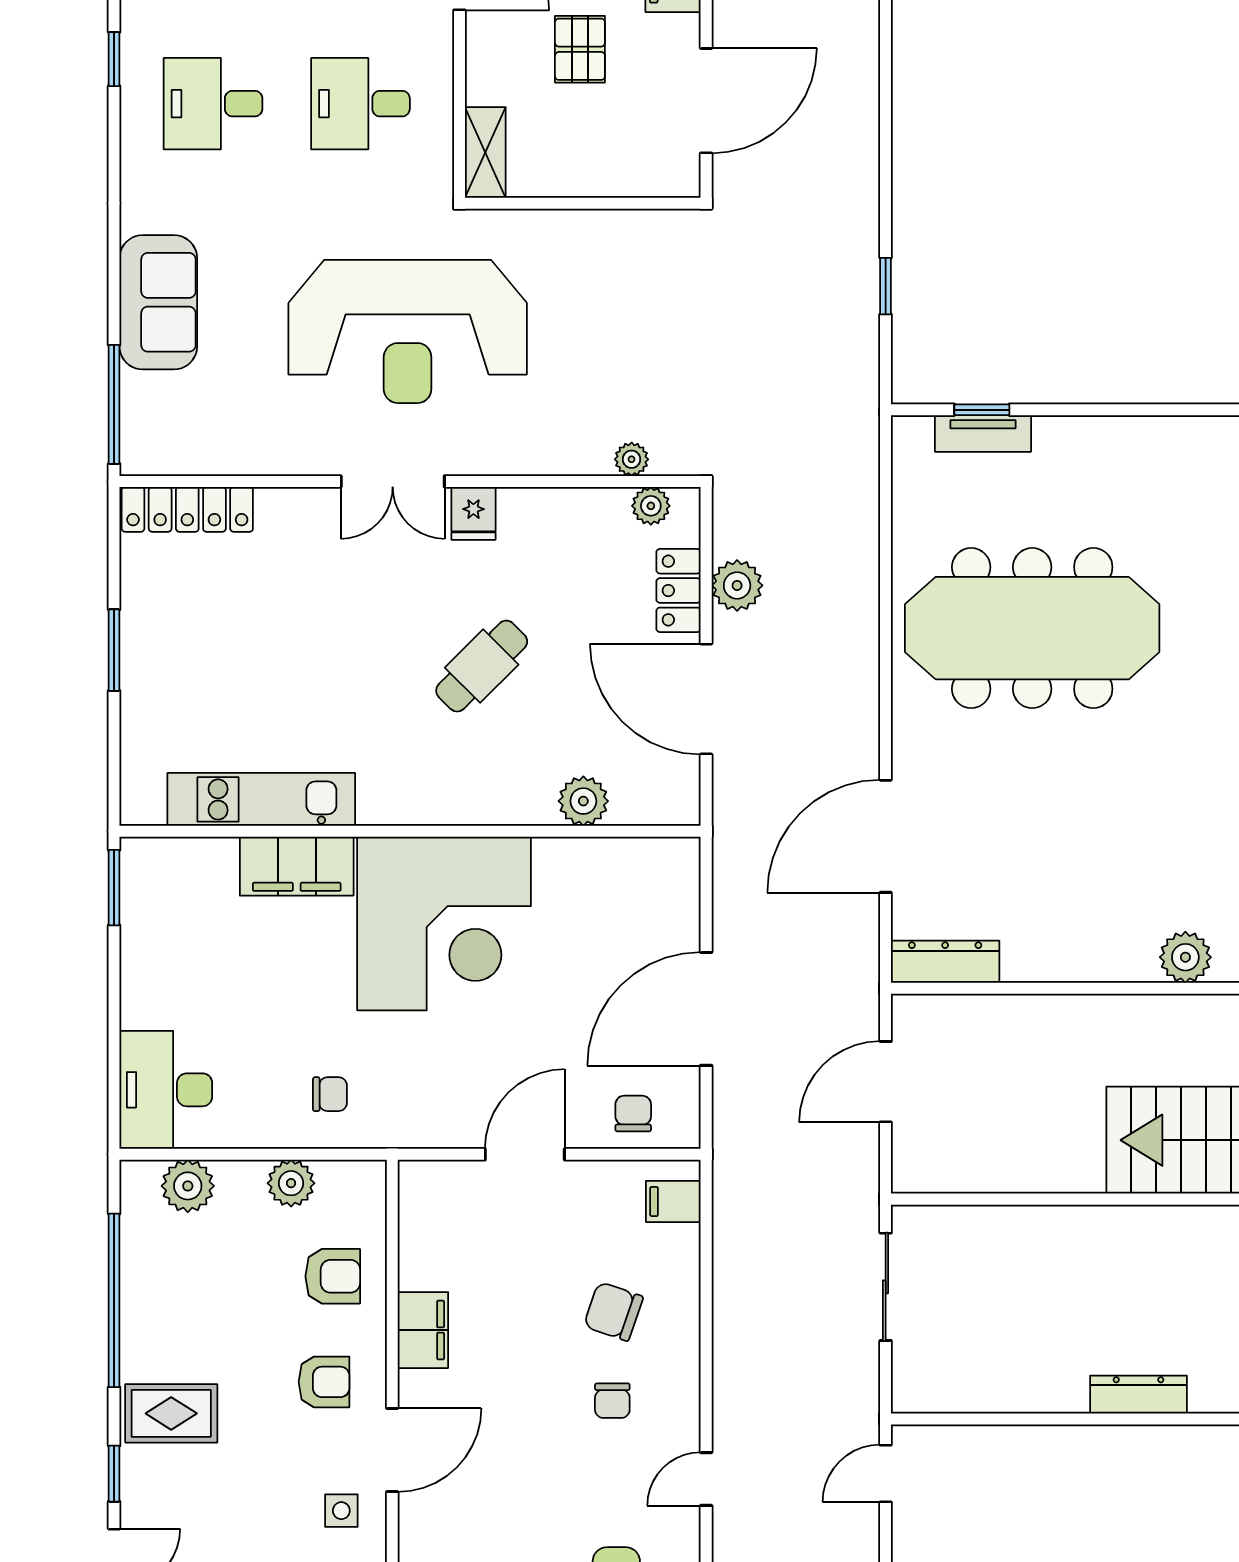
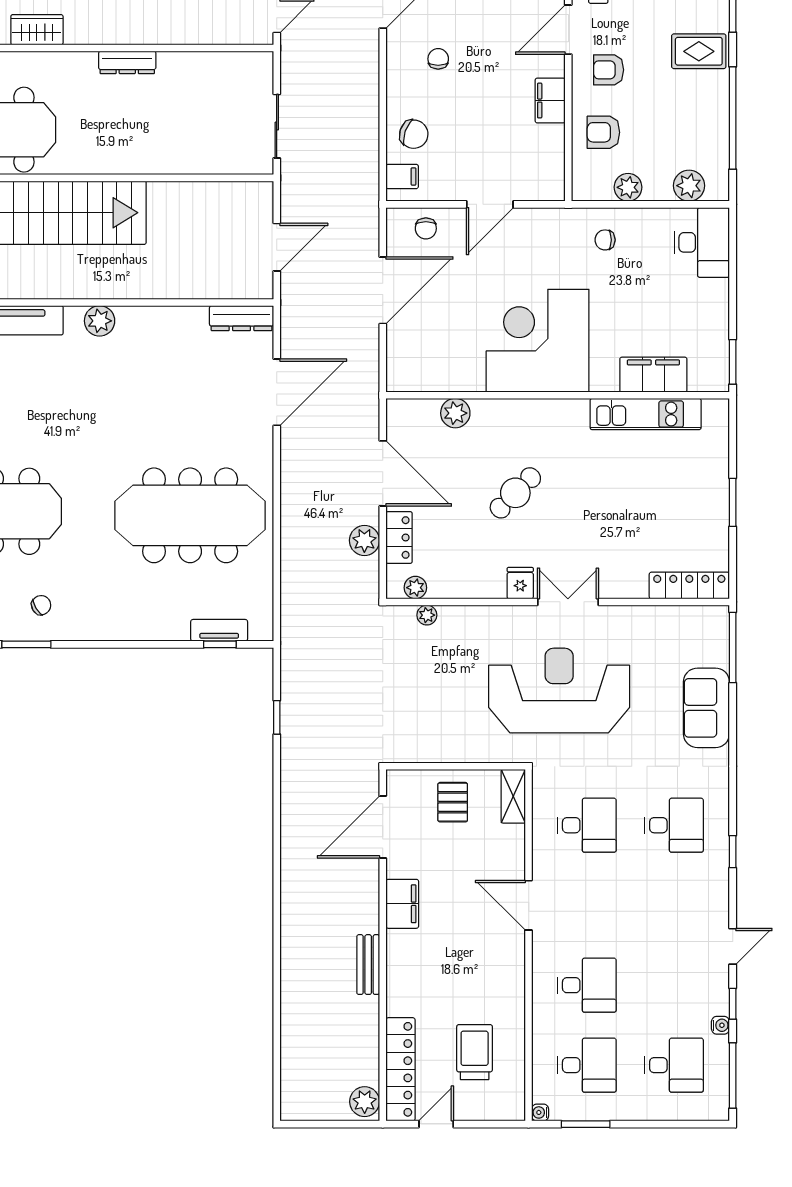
pallet: (580, 49) -> (453, 802), moved
filing cabinet: (297, 866) -> (653, 375), moved
chair: (613, 1311) -> (414, 134), moved

